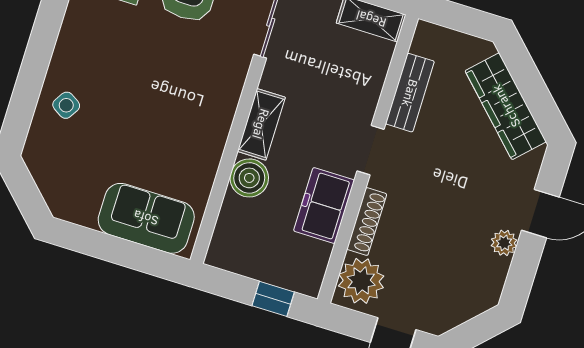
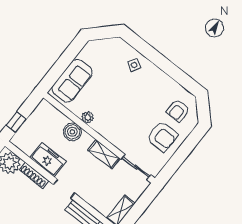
shelving: (261, 124) -> (104, 154), moved
plant: (208, 159) -> (88, 117), added

